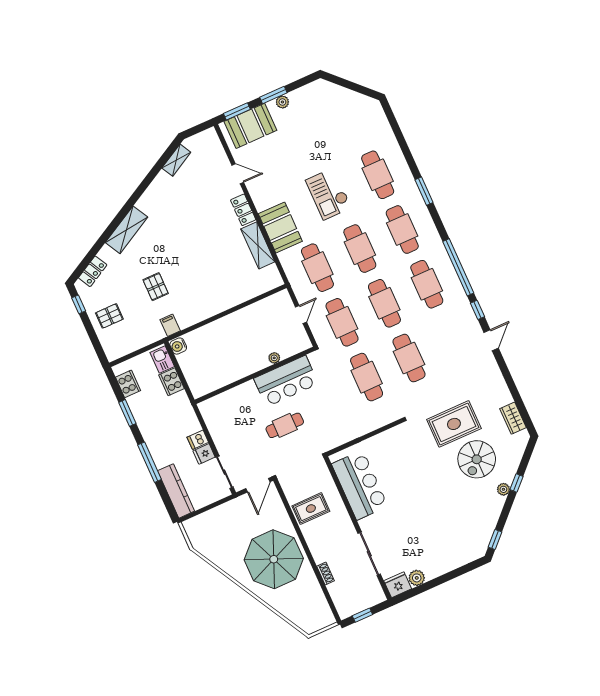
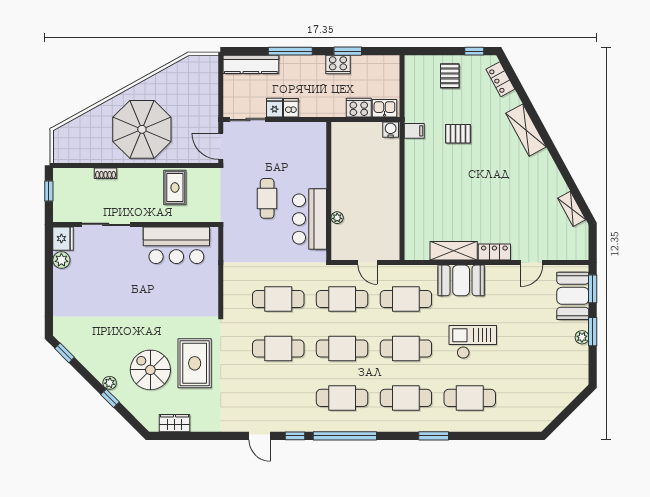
cooker: (128, 384) -> (338, 64), moved

